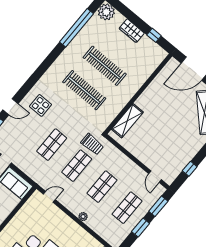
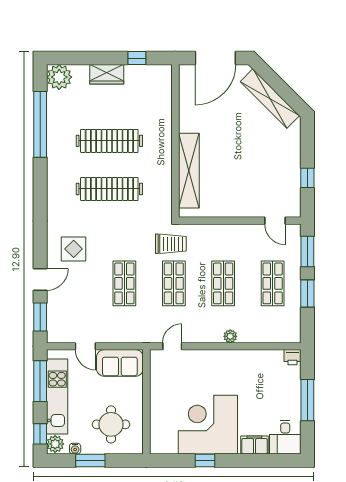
shelving: (127, 121) -> (189, 171), width x1.47

